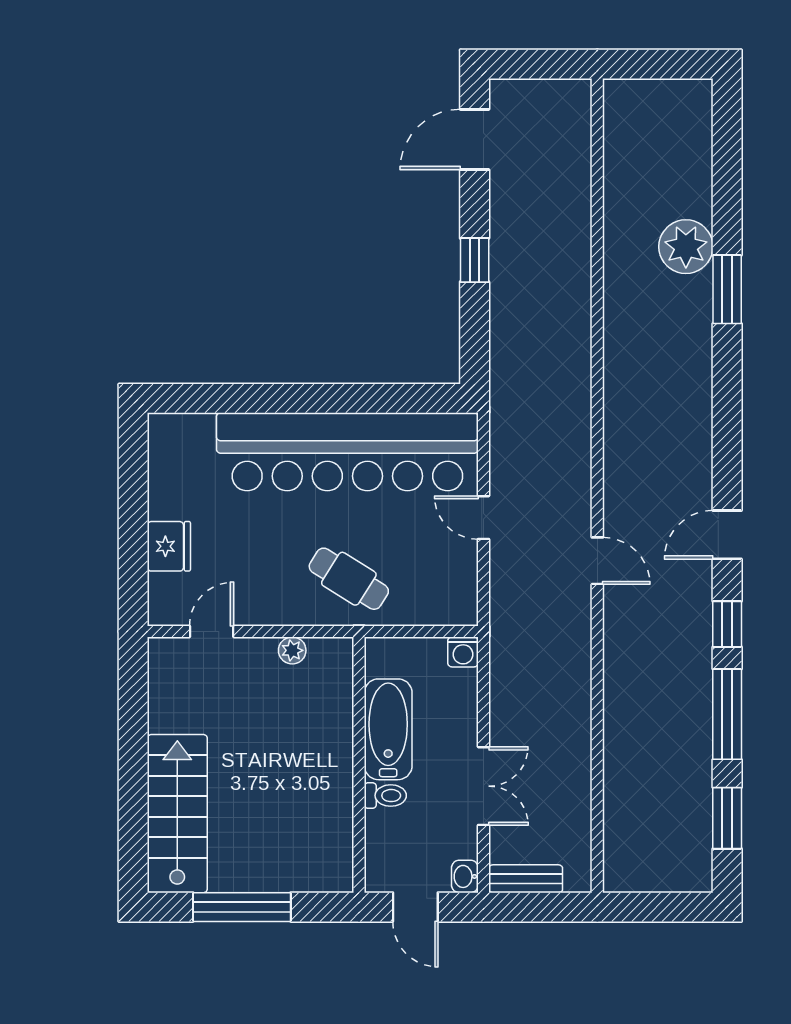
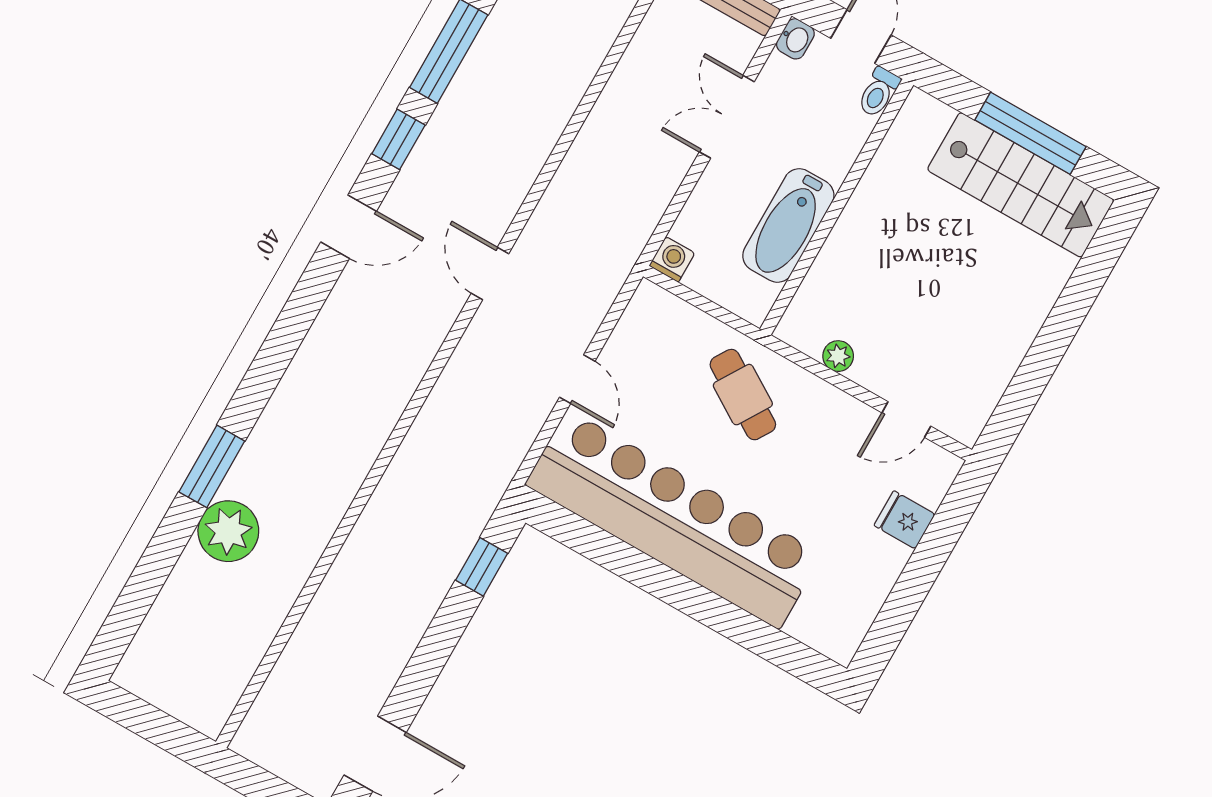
window: (475, 260) -> (482, 567), moved
fridge: (169, 546) -> (905, 520), width x0.72
toilet: (385, 796) -> (879, 92), moved, turned -90
stairs: (177, 814) -> (1021, 185), moved, turned -90

